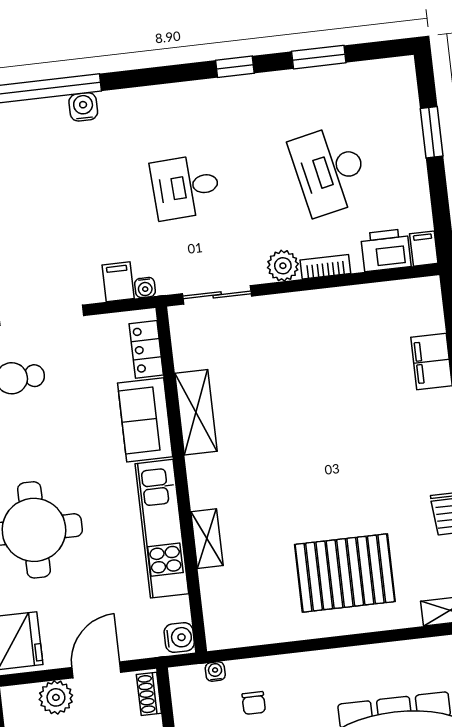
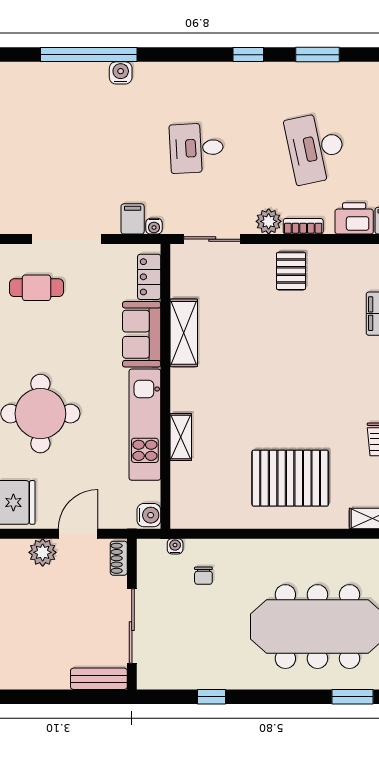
pallet: (317, 323) -> (291, 271), added

